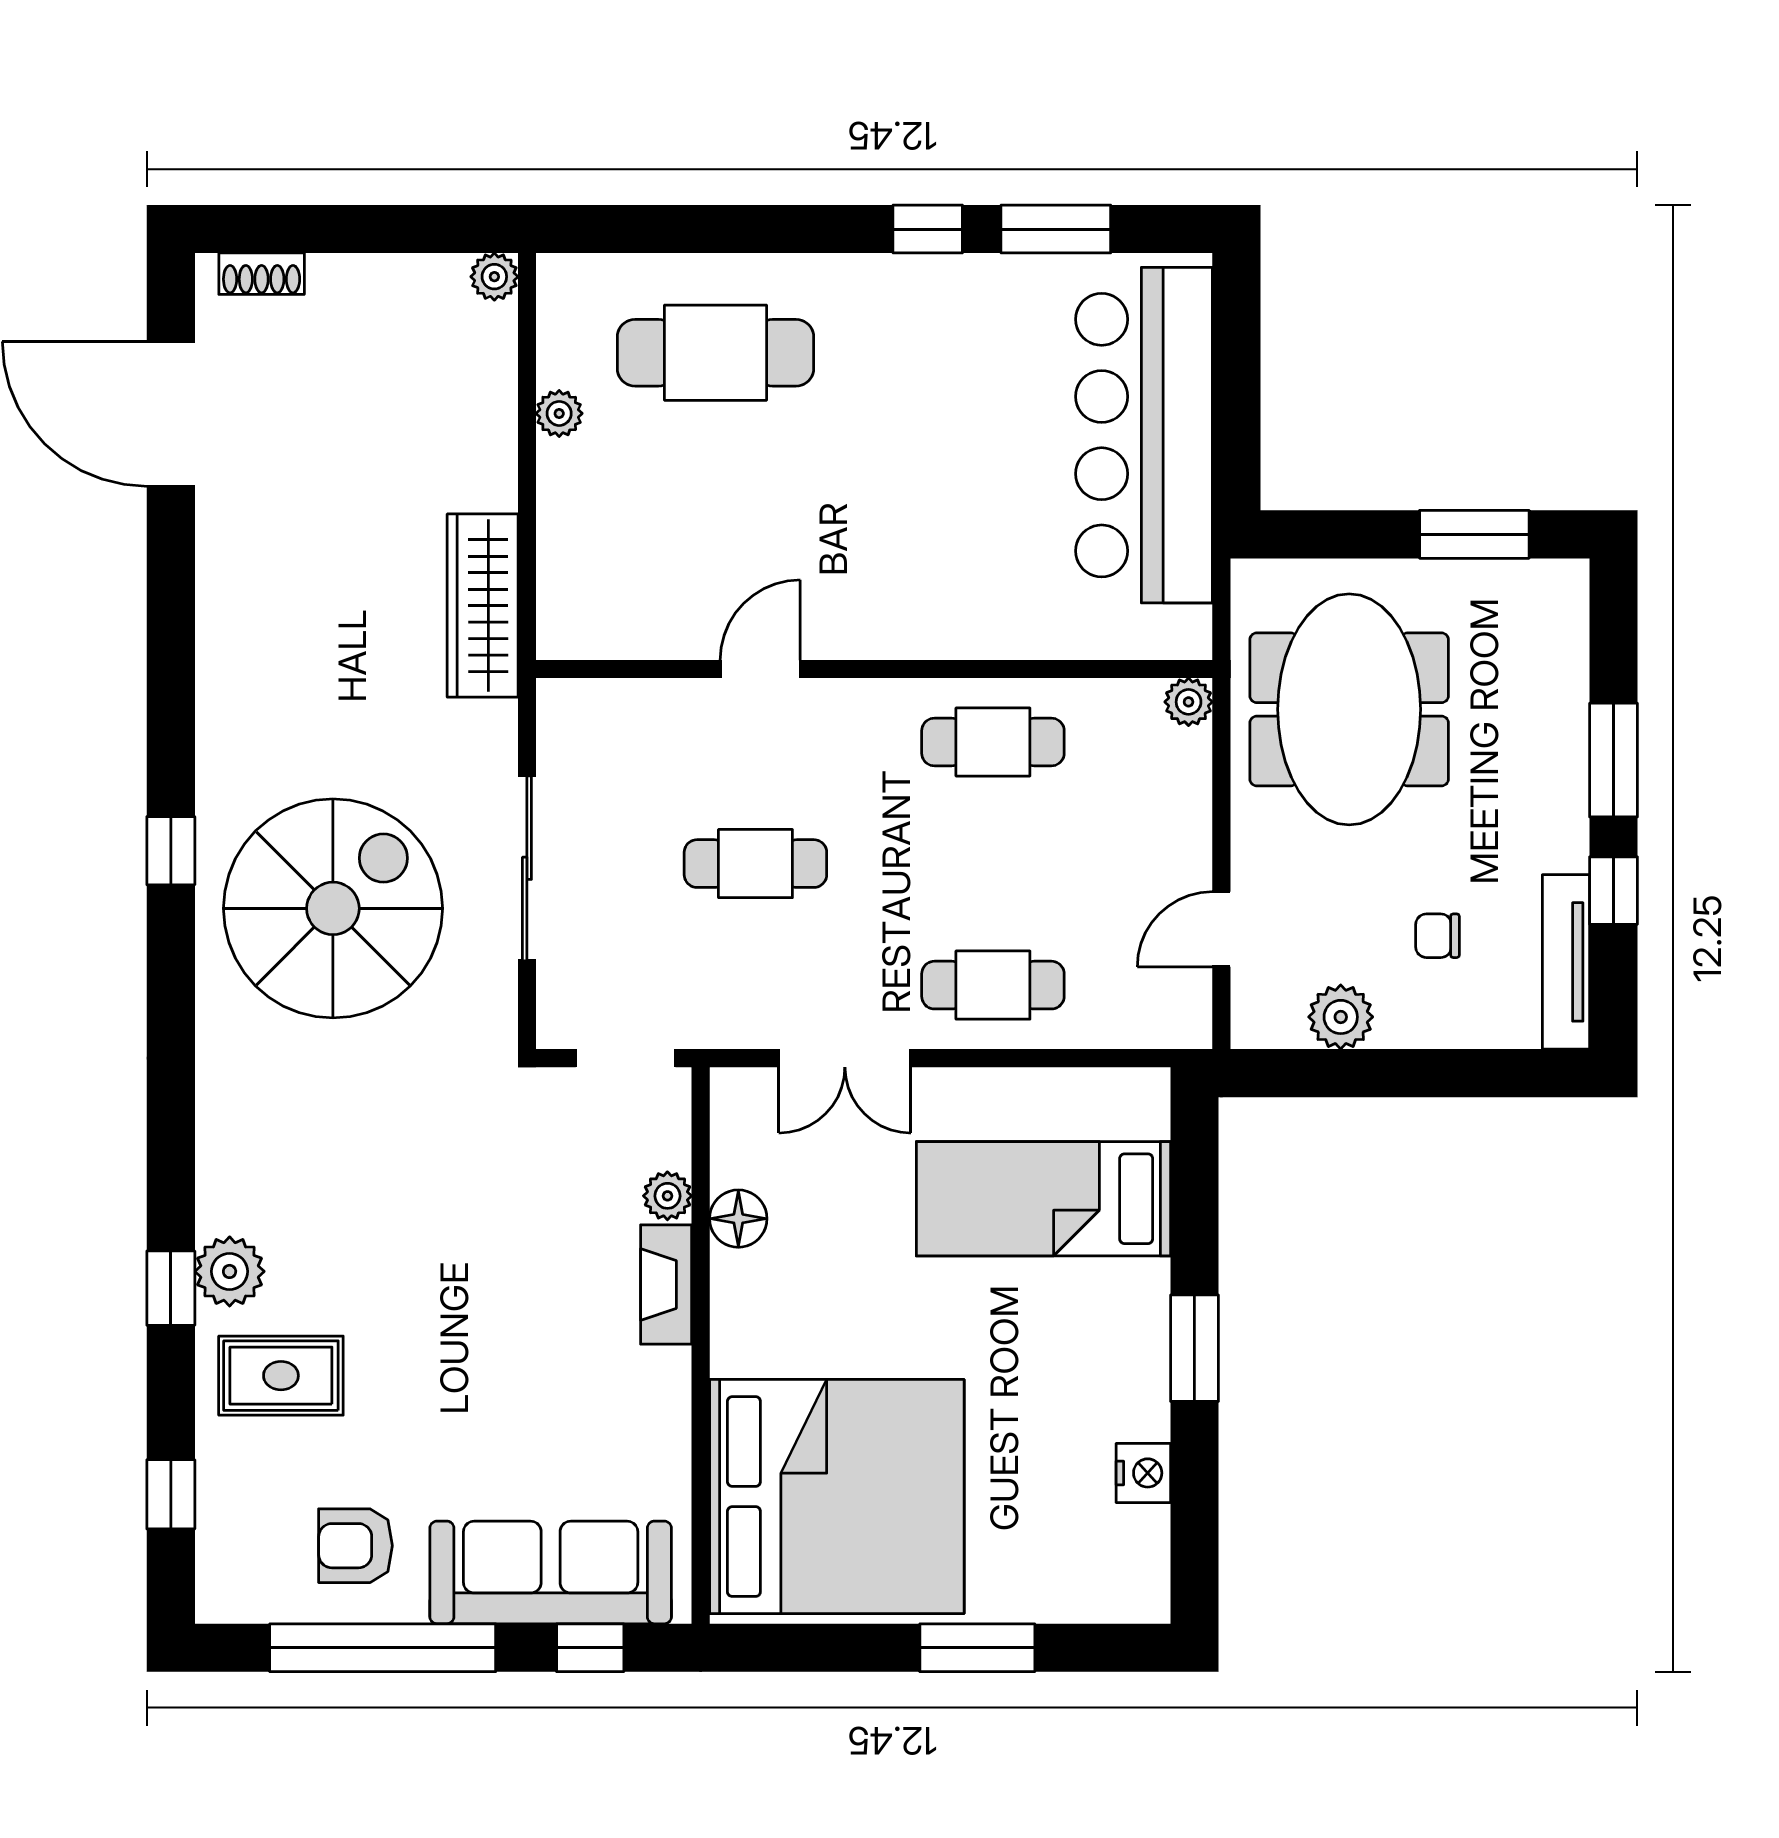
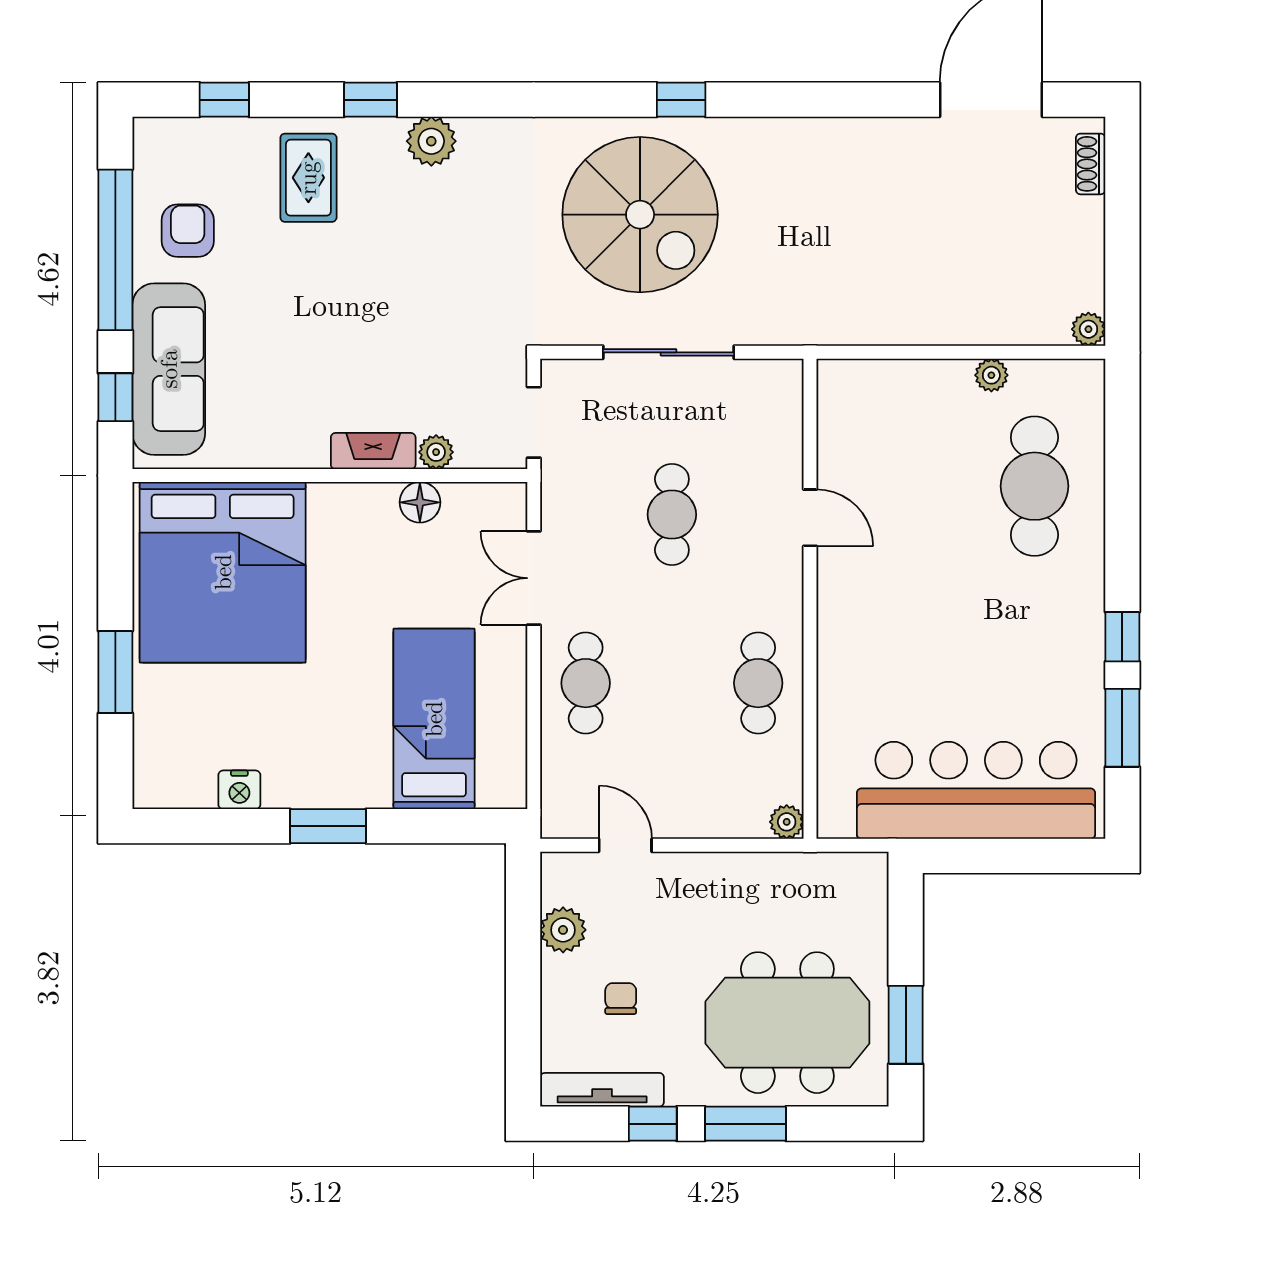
wardrobe: (483, 606) -> (855, 321), removed
meeting table: (1349, 709) -> (787, 1023), moved
plant: (230, 1271) -> (431, 141), moved

